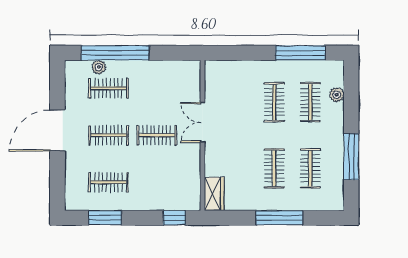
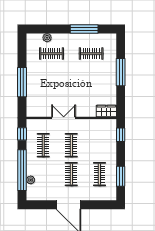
window: (176, 53) -> (22, 134), added
window: (300, 53) -> (22, 82), moved
clothes rail: (109, 88) -> (43, 145), moved
clothes rail: (274, 102) -> (52, 75), removed
double door: (203, 122) -> (64, 118), swing flipped
clothes rail: (274, 168) -> (91, 75), removed

